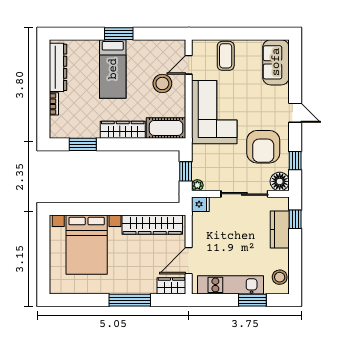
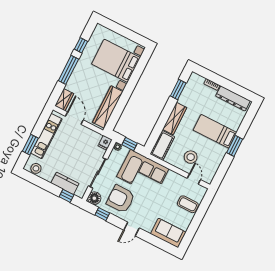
corner sofa: (214, 112) -> (143, 173), moved
window: (90, 300) -> (81, 45), added

